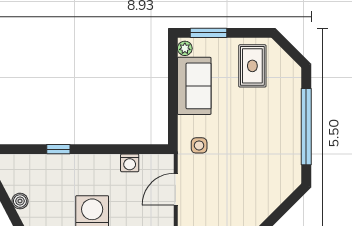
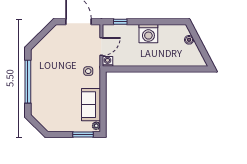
rug: (252, 66) -> (58, 116), removed
window: (58, 149) -> (167, 69), removed
washing machine: (130, 163) -> (107, 61), moved

